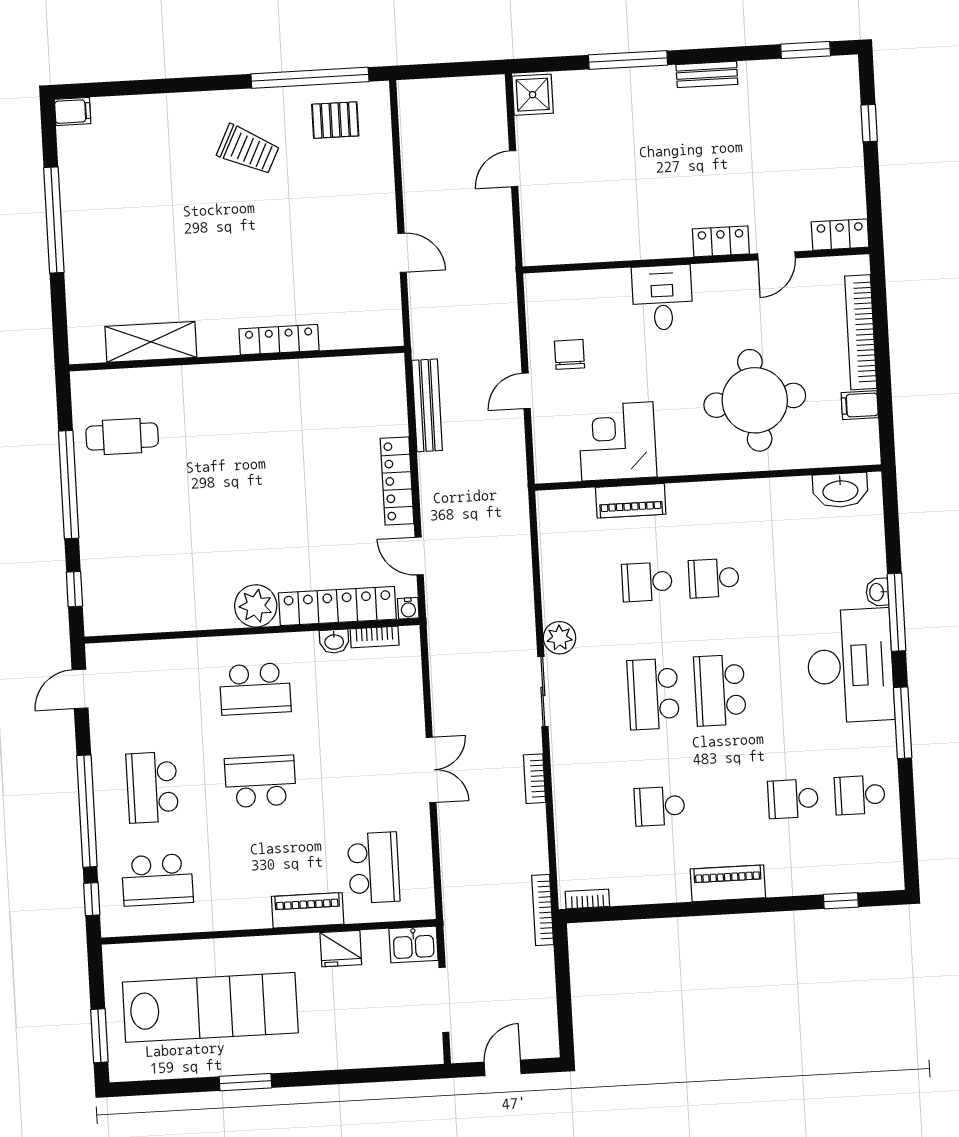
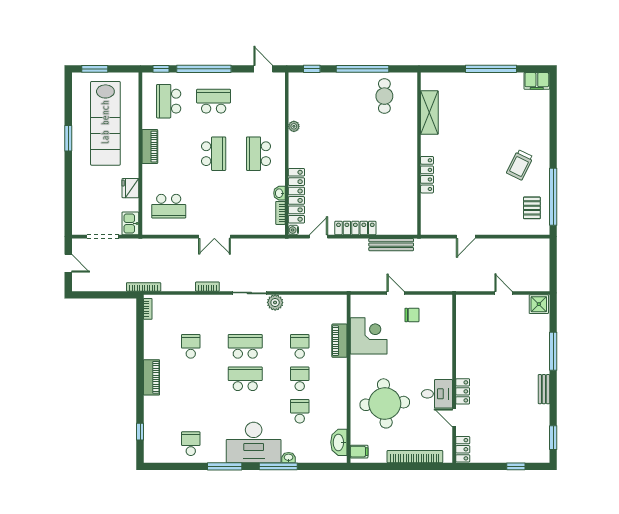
filing cabinet: (73, 111) -> (537, 81), width x2.00
desk: (662, 298) -> (437, 394), moved
filing cabinet: (860, 405) -> (359, 452), moved, turned 90
plant: (256, 606) -> (294, 126), moved, width x0.53, depth x0.53
school desk: (793, 799) -> (300, 411), moved
piano: (308, 910) -> (150, 147), moved

